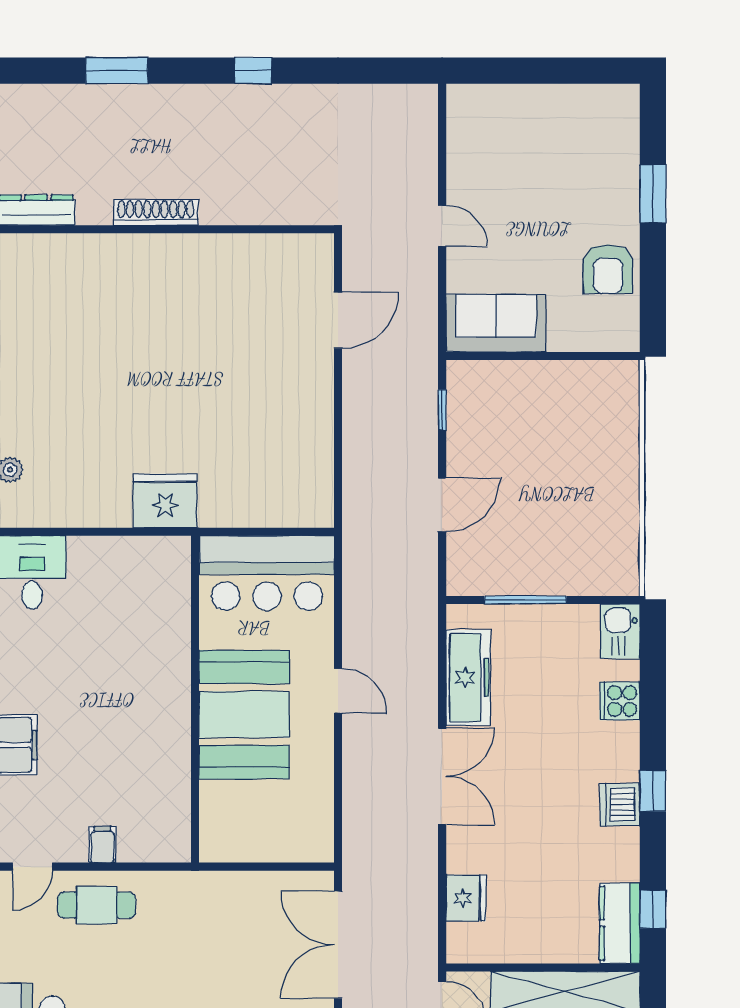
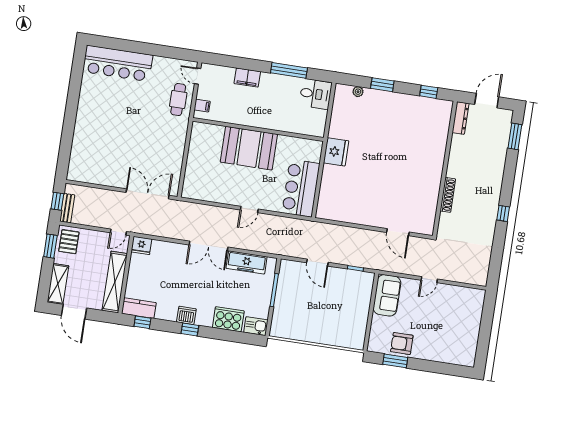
window: (117, 71) -> (515, 136), moved
window: (653, 194) -> (395, 361), moved
shoe rack: (156, 212) -> (448, 195), moved
wall: (195, 699) -> (258, 129), moved
cooker: (620, 701) -> (228, 319), width x1.87, depth x1.31
booth: (244, 715) -> (249, 148), moved
fridge: (466, 898) -> (141, 245), moved

